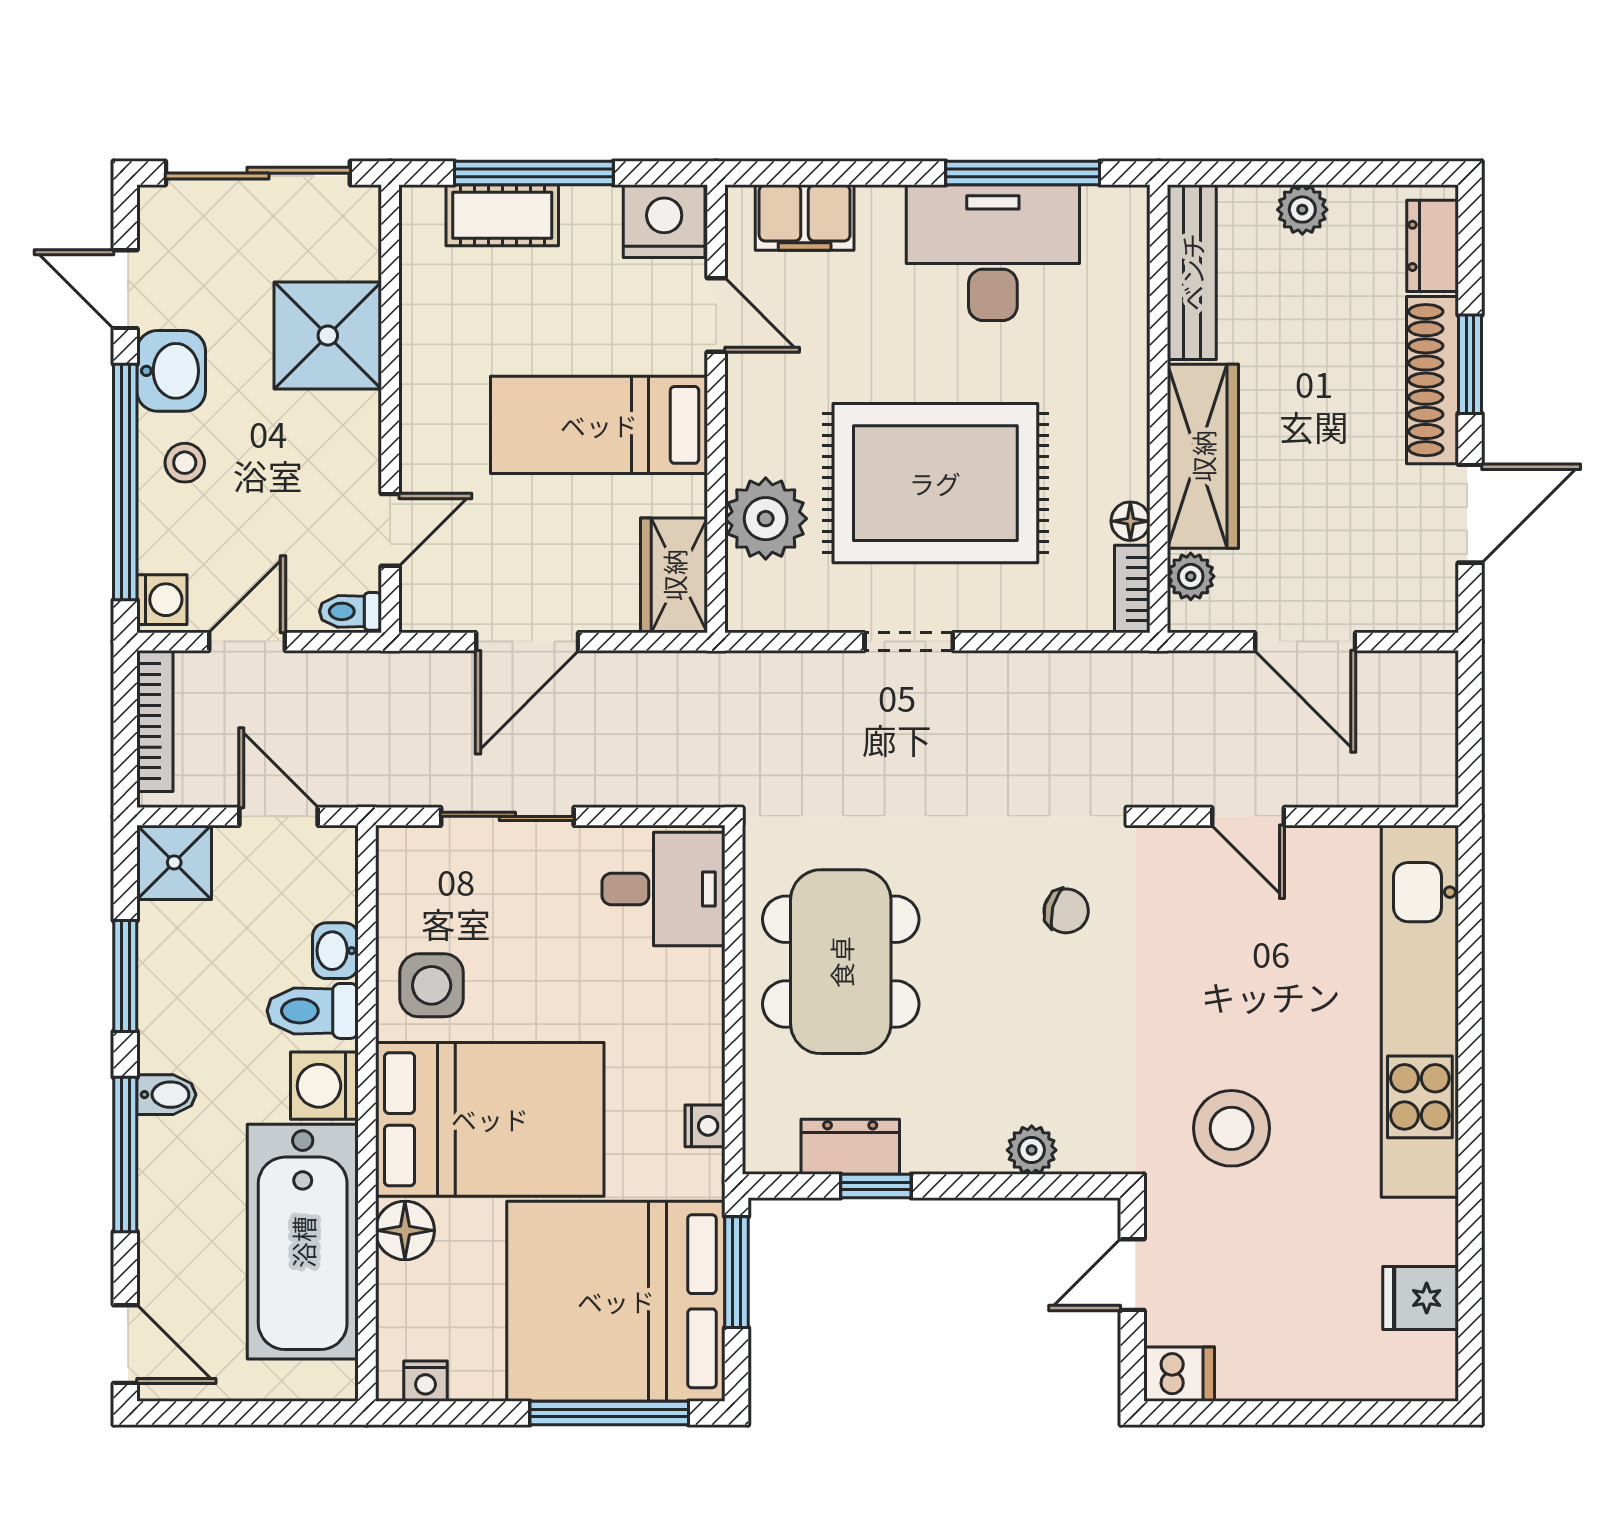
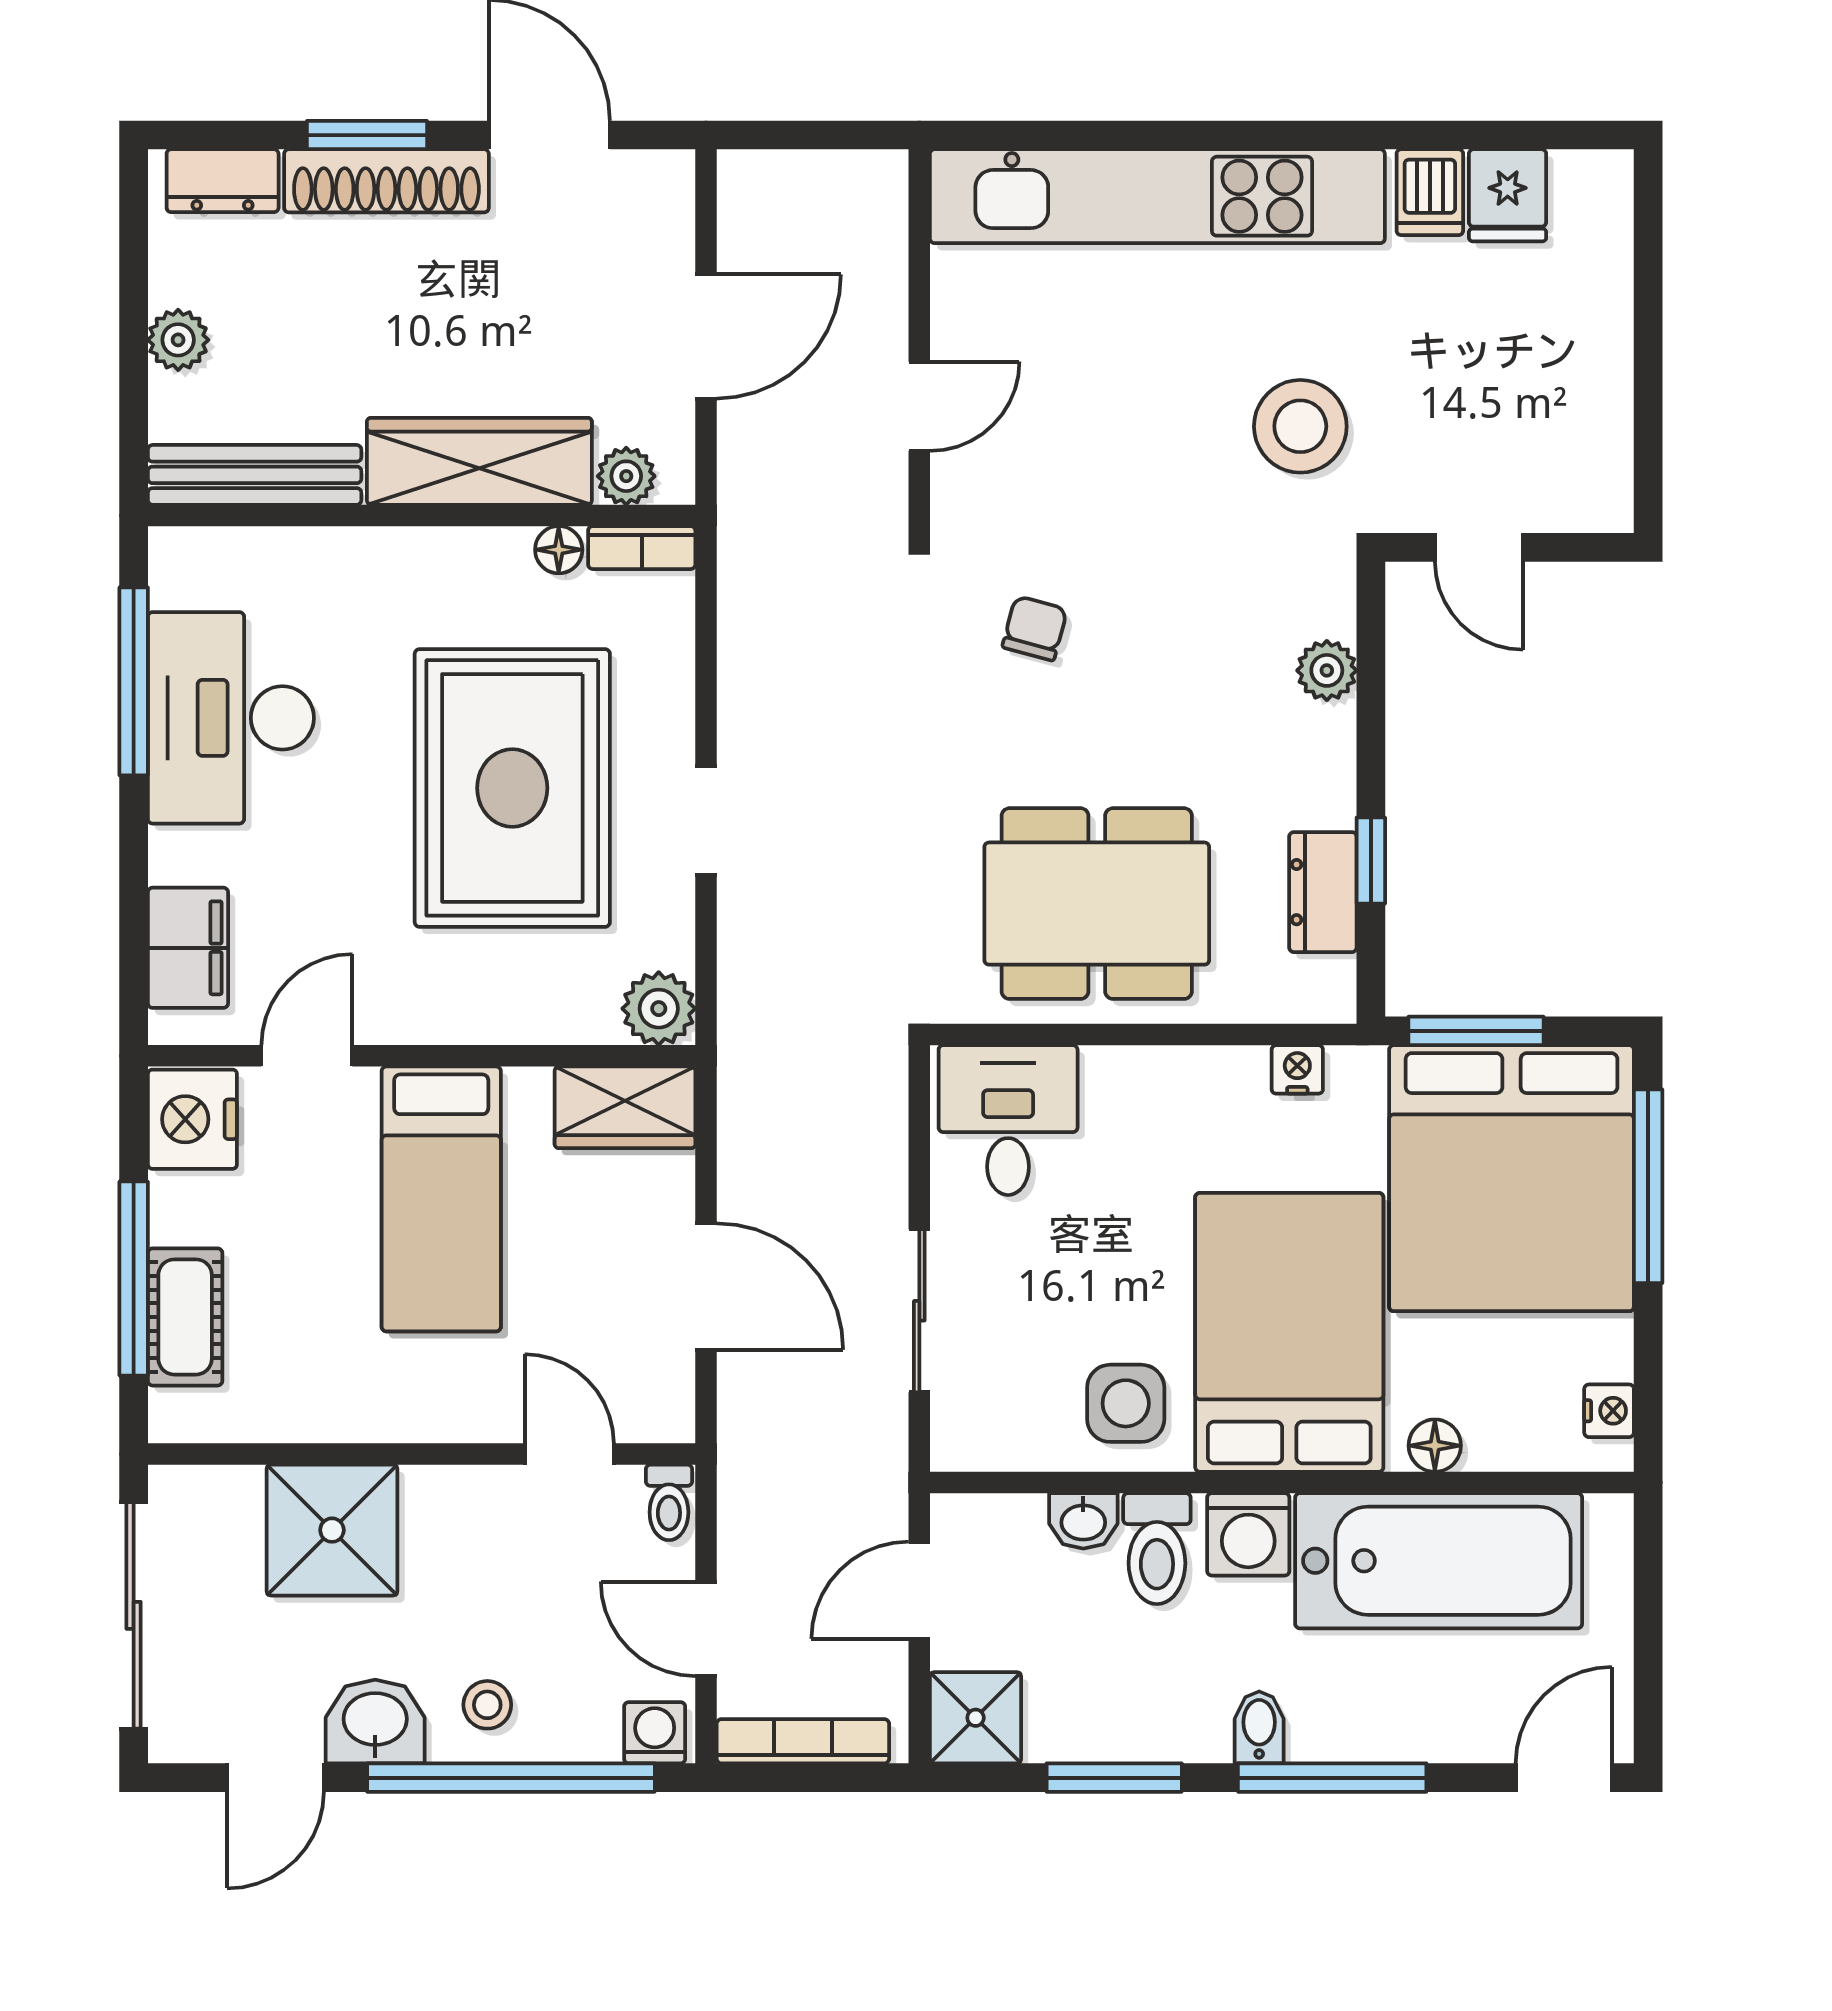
plant: (766, 519) -> (659, 1009), moved, width x0.73, depth x0.73
floor lamp: (405, 1230) -> (1435, 1446), width x0.73, depth x0.73
dishwasher: (1179, 1374) -> (1430, 192), moved, turned 180

